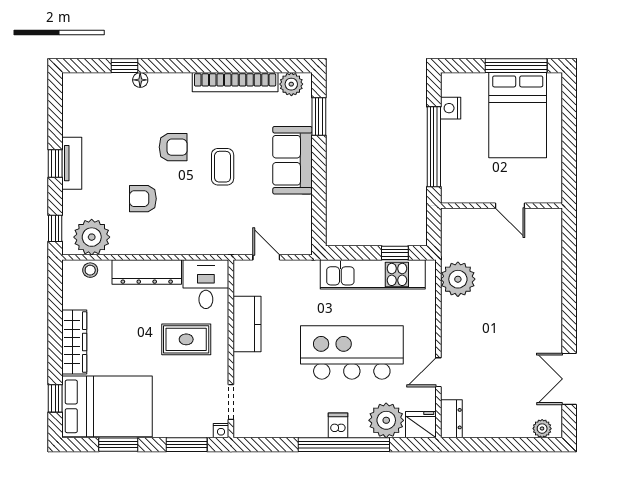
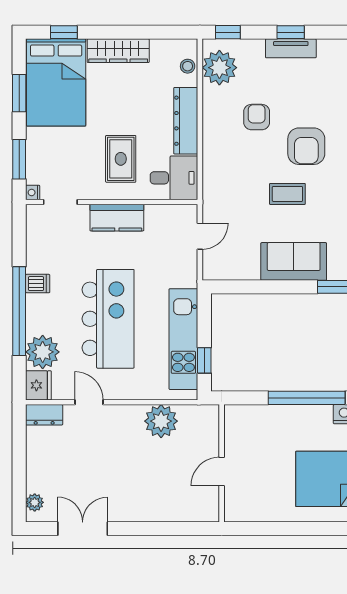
armchair: (173, 147) -> (306, 146), width x1.38, depth x1.38
wall: (501, 206) -> (222, 463), moved
door: (510, 206) -> (222, 472), moved
plant: (458, 279) -> (161, 421), moved
kitchen counter: (247, 324) -> (117, 218), moved
dishwasher: (338, 425) -> (38, 284), moved

